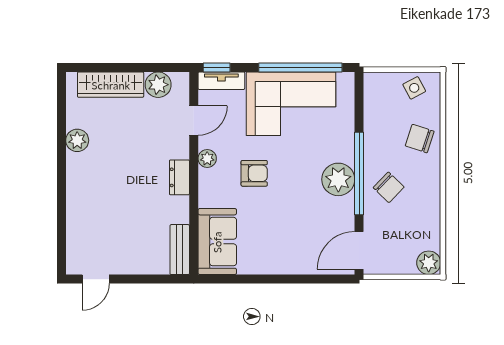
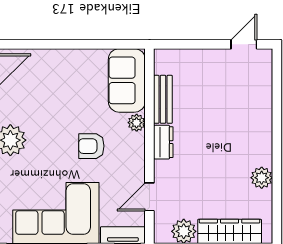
plant: (207, 159) -> (137, 123), moved
bench: (180, 250) -> (163, 99), moved

